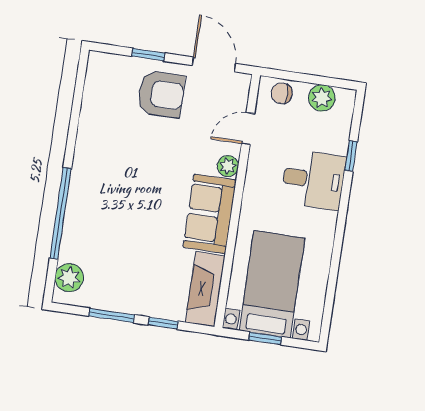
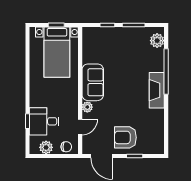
desk: (314, 180) -> (44, 121), moved
fireplace: (205, 289) -> (157, 90), moved, turned 180

